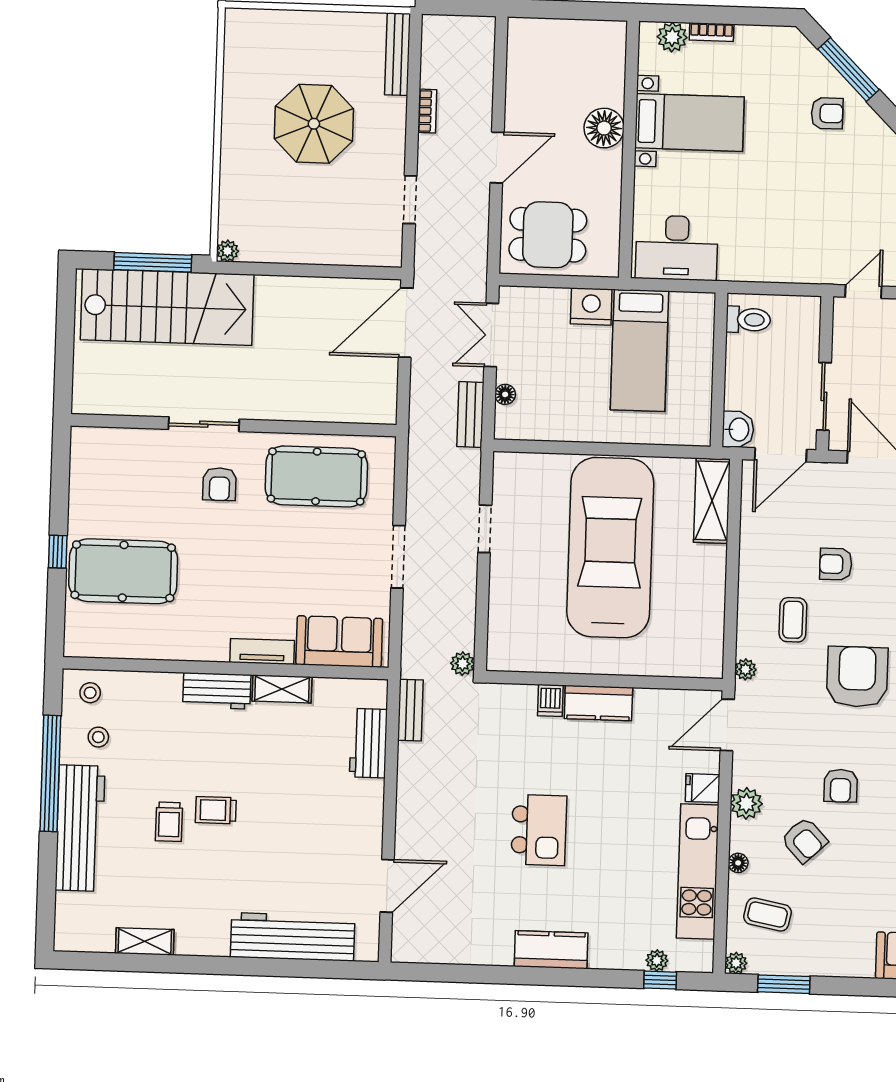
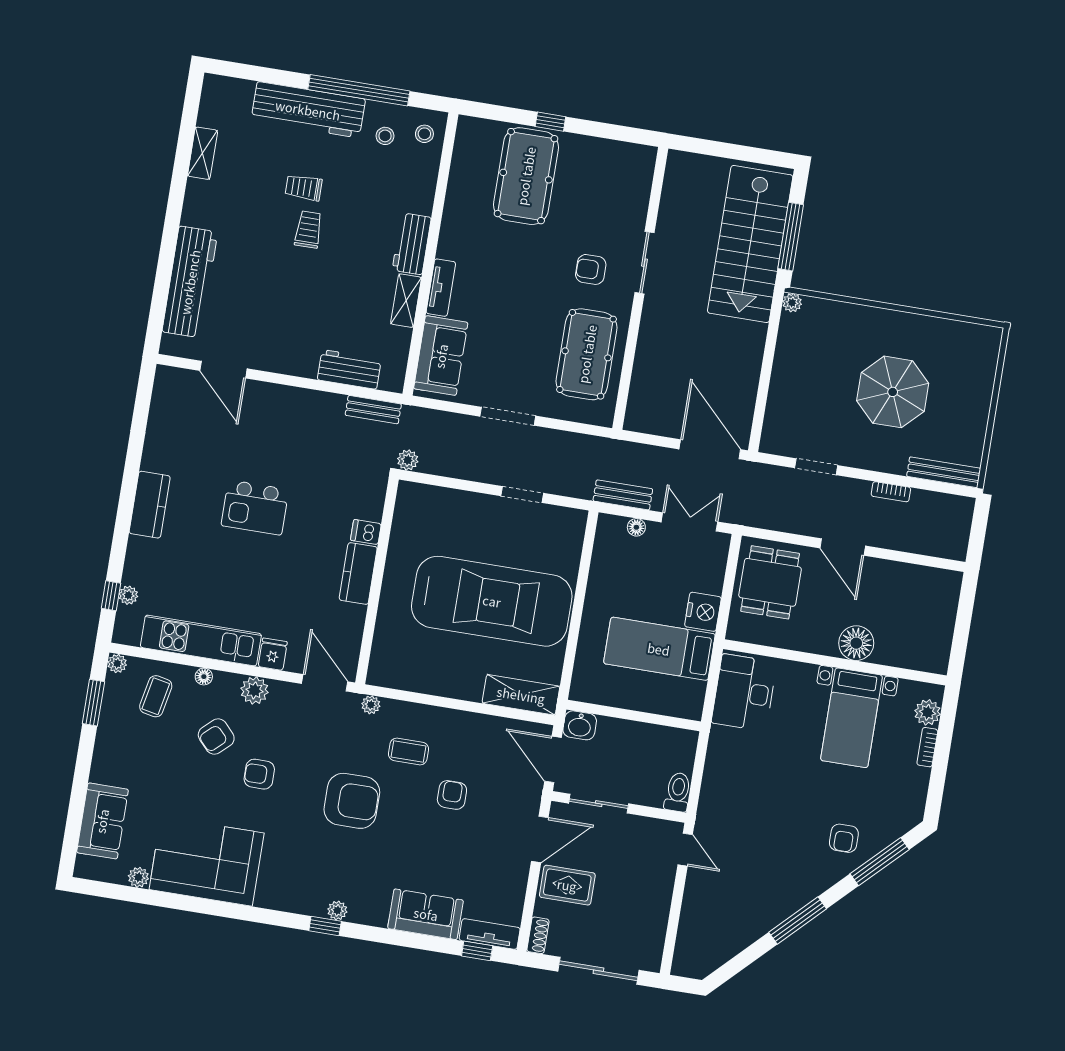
toilet: (748, 320) -> (678, 792), moved, turned 180

